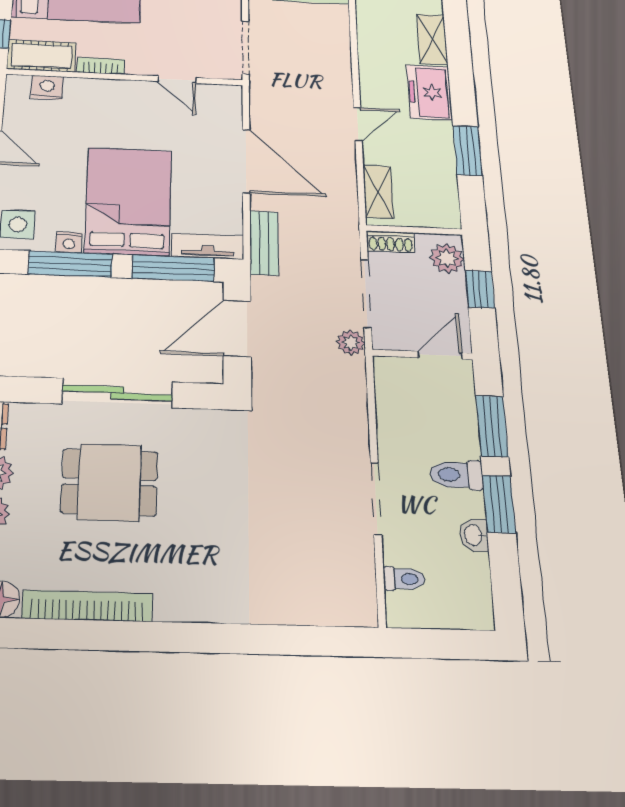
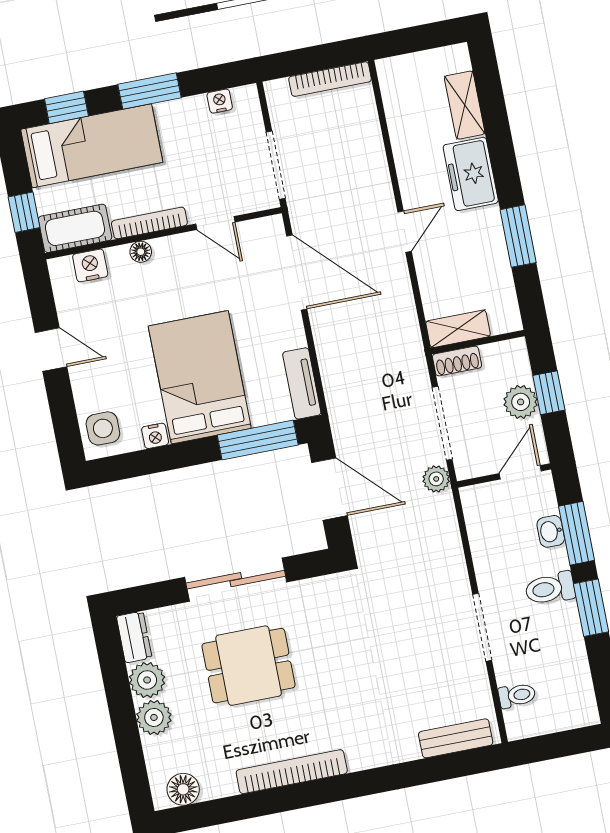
bookcase: (101, 66) -> (149, 223), width x1.56
floor lamp: (99, 87) -> (141, 252), added
door: (246, 161) -> (297, 273), moved
shelving: (378, 192) -> (458, 329), moved, turned 90
bench: (264, 243) -> (456, 738), moved, turned 90
tv unit: (208, 246) -> (302, 383), moved, turned -90
plant: (447, 258) -> (521, 402), moved
window: (70, 264) -> (162, 459), removed
door: (237, 328) -> (329, 489), swing flipped
washbasin: (474, 535) -> (551, 531), moved
bookcase: (87, 606) -> (292, 772), moved

